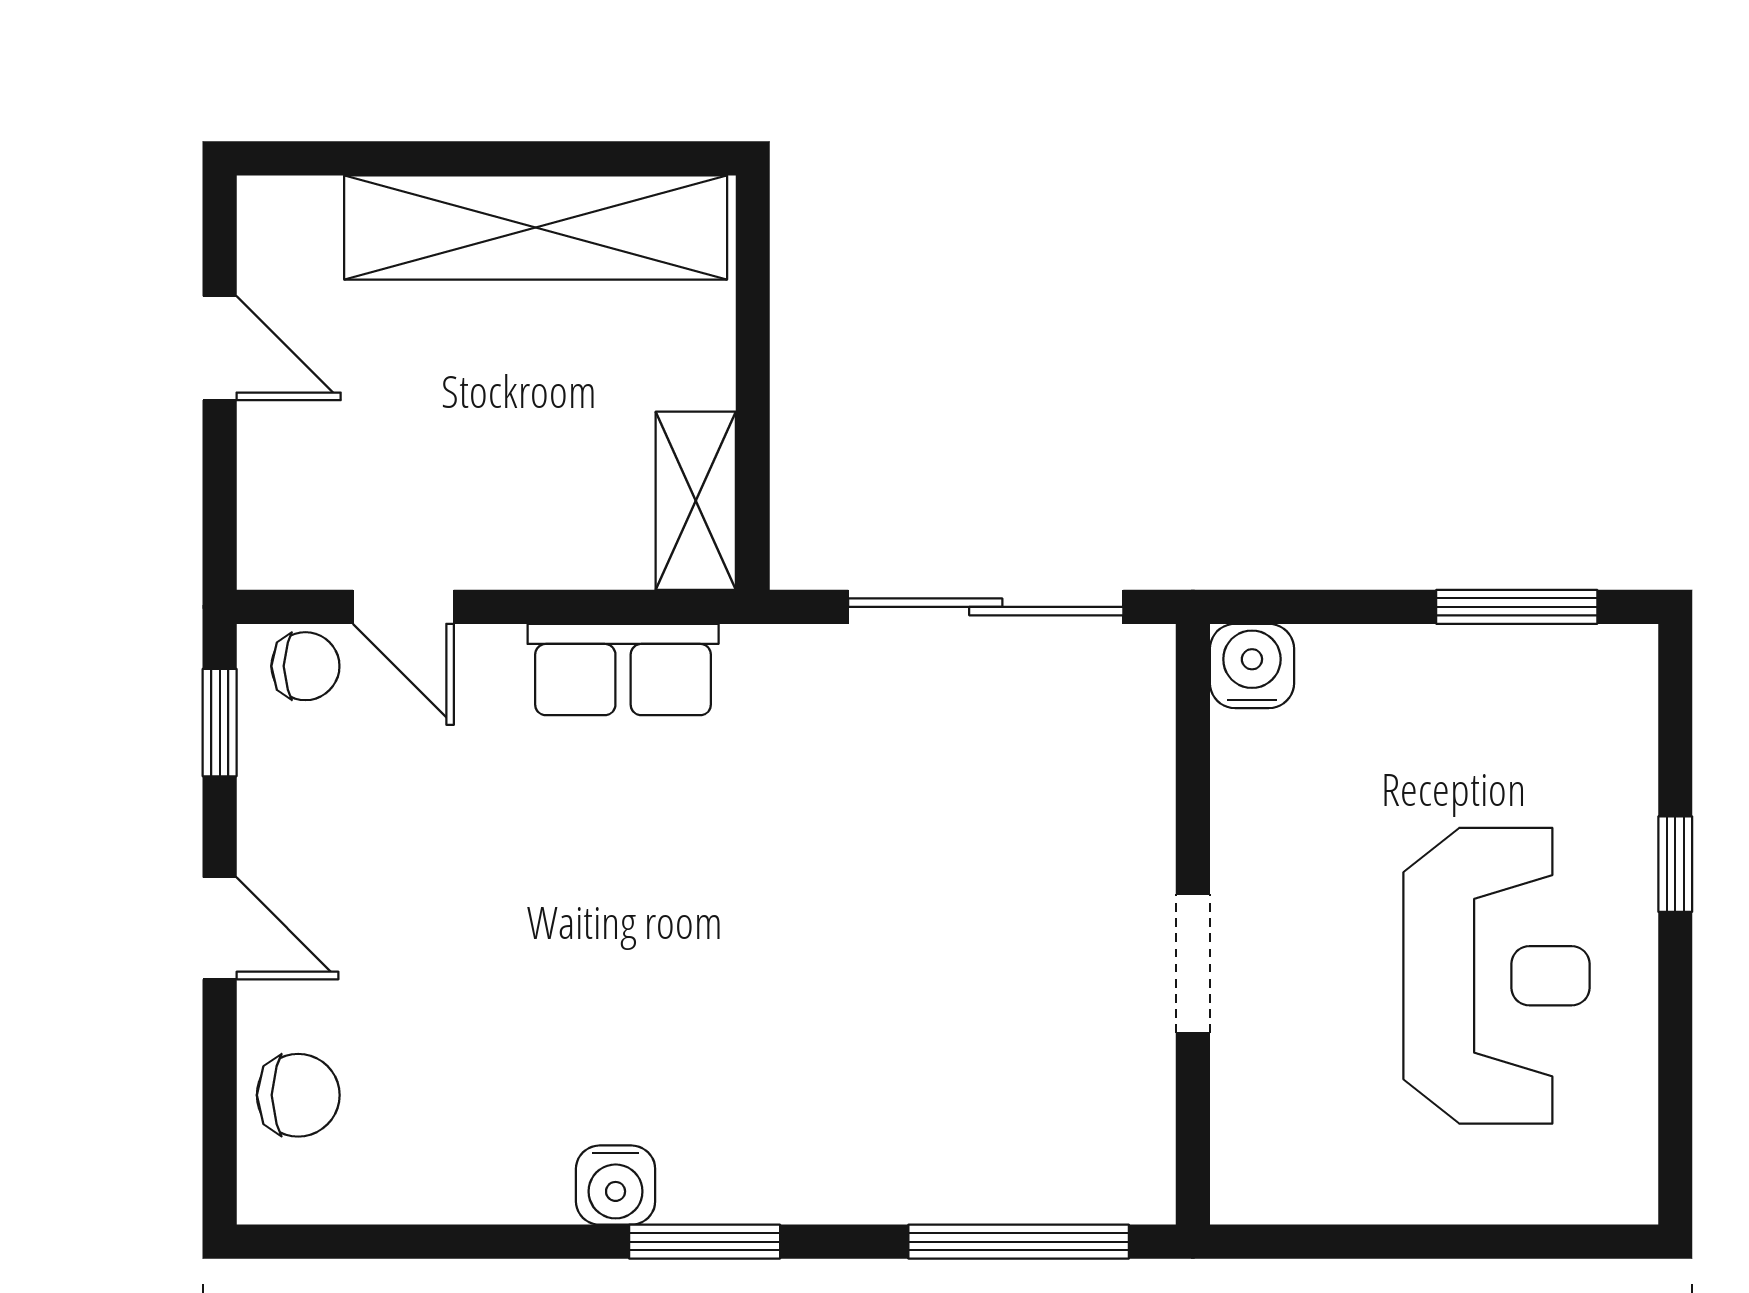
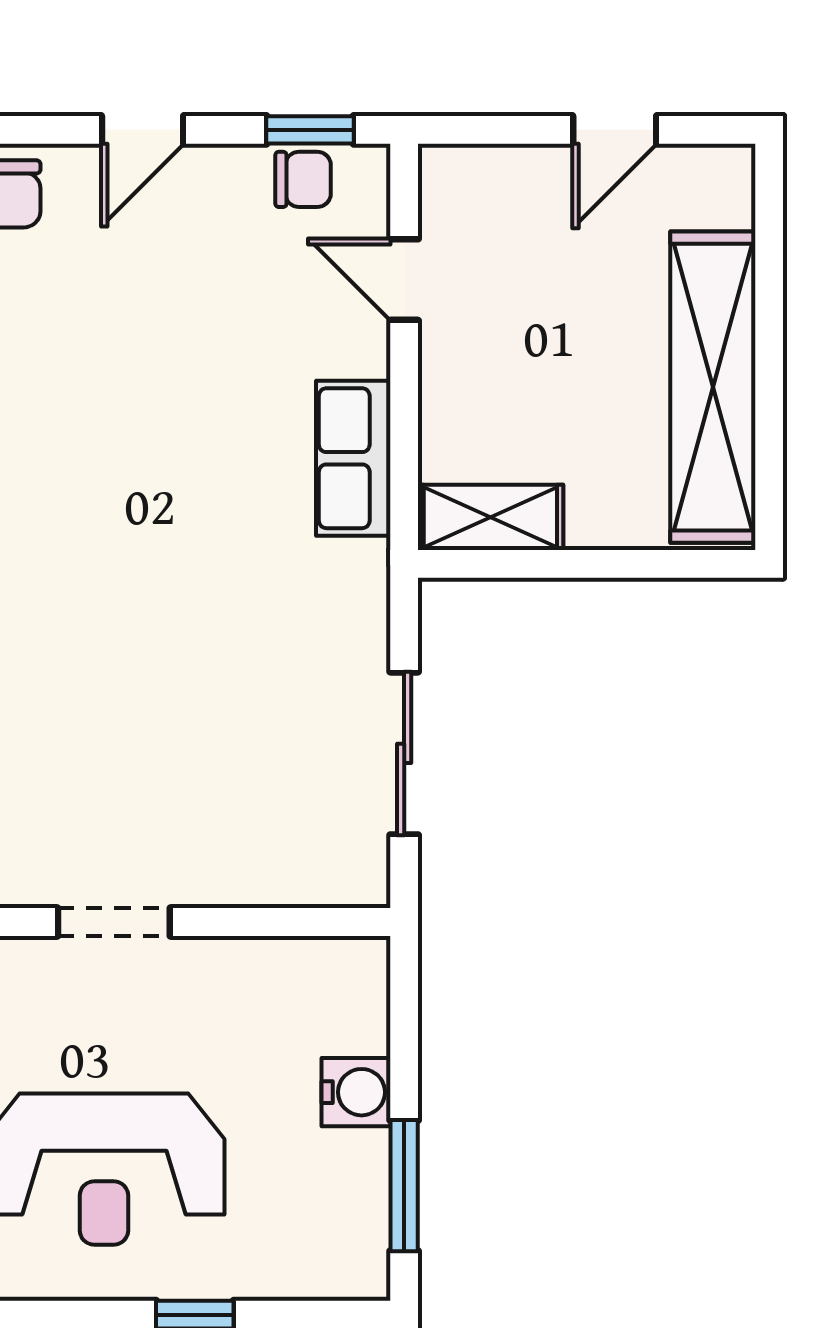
door: (403, 607) -> (404, 280), hinge flipped
sliding door: (986, 607) -> (404, 753), width x0.73
chair: (305, 666) -> (303, 179), moved, turned -90
water cooler: (1252, 666) -> (356, 1092), moved

